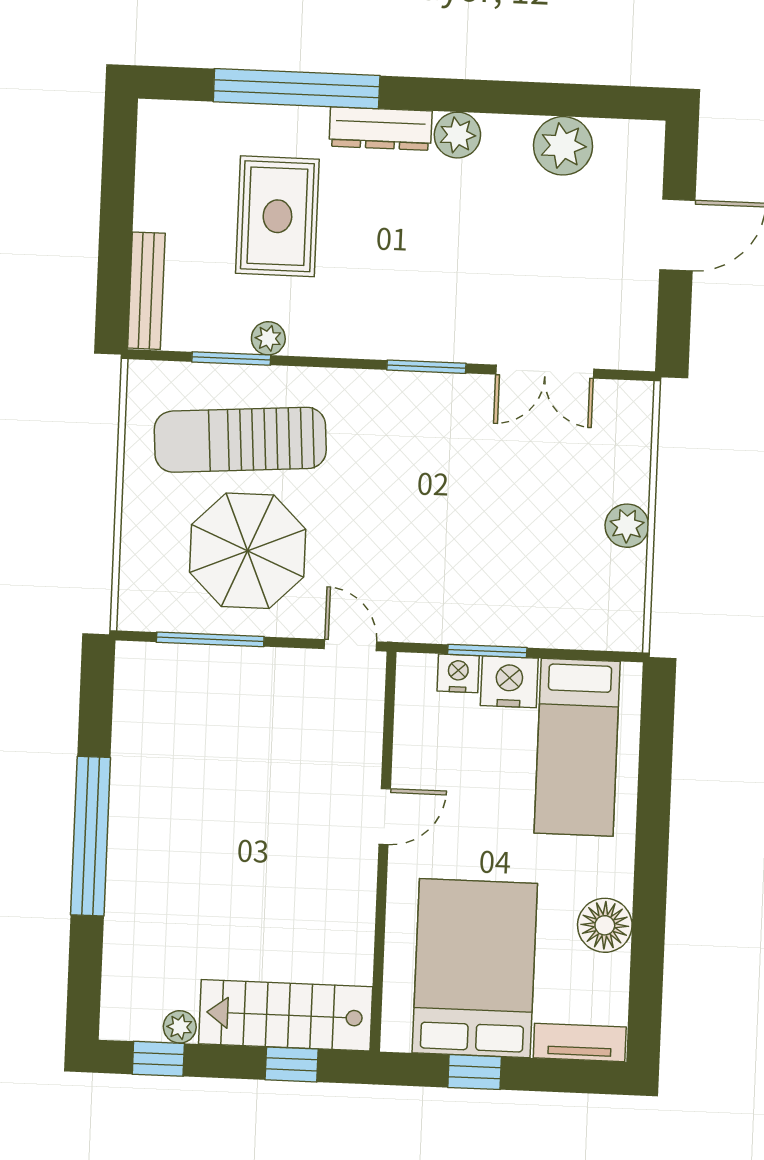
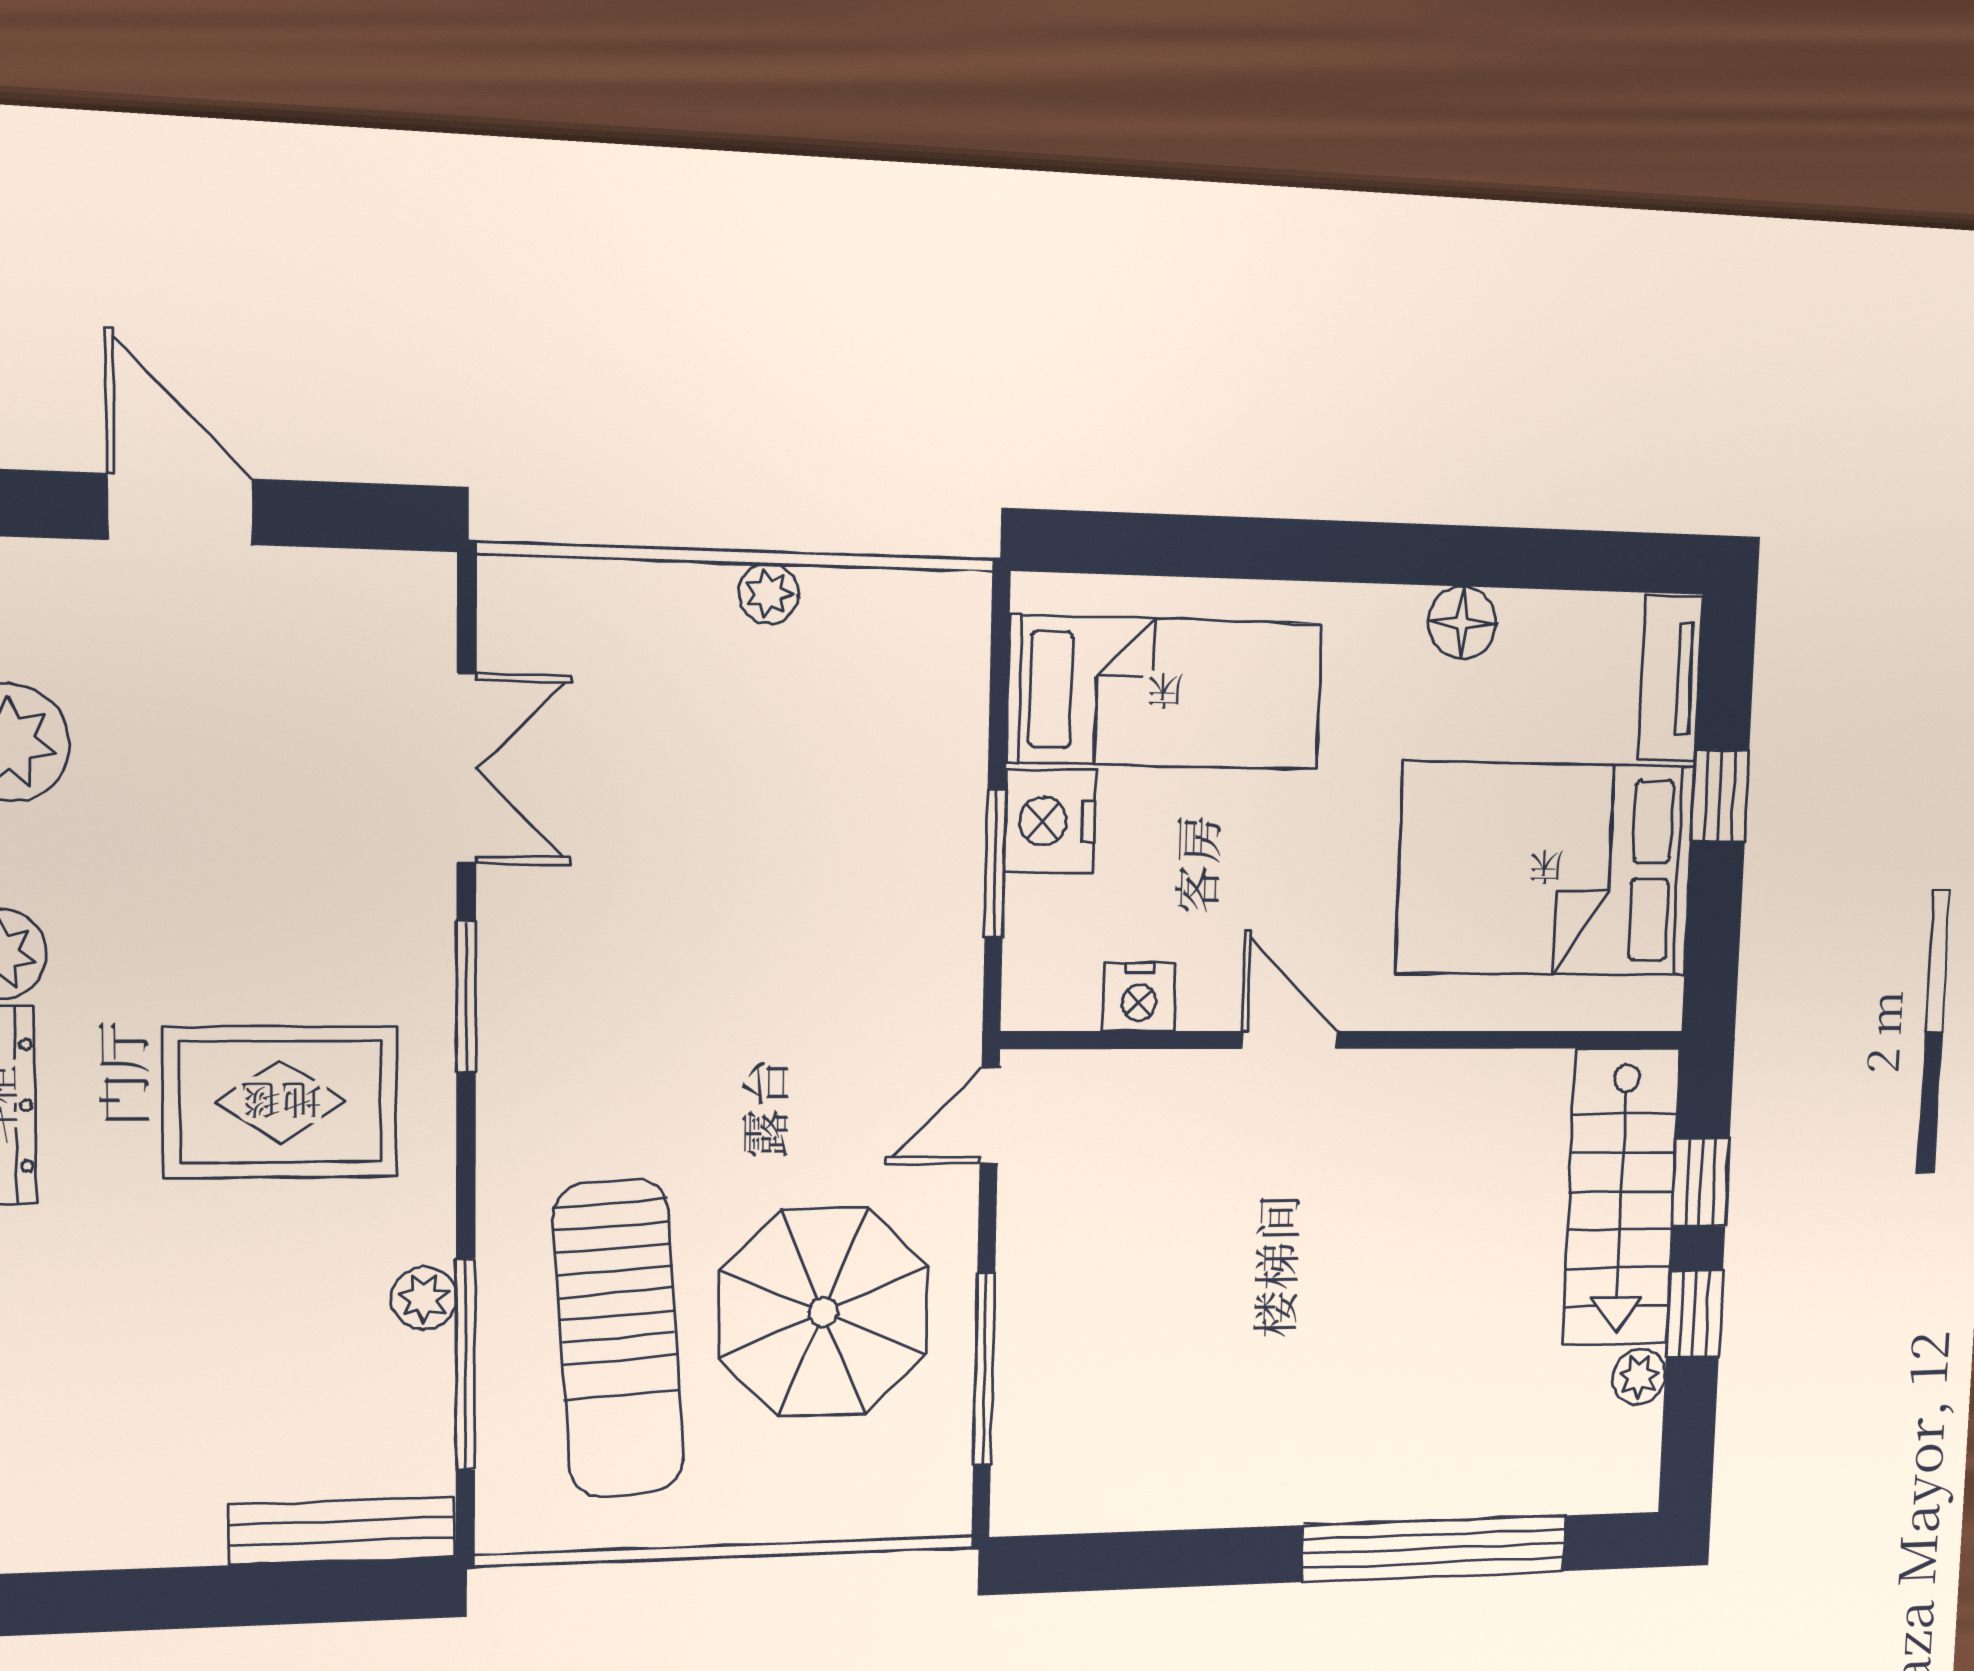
rug: (277, 216) -> (281, 1102), moved
window: (231, 359) -> (466, 1365), width x1.44
plant: (627, 526) -> (769, 593), width x0.73, depth x0.73
nightstand: (458, 673) -> (1139, 997), moved, turned -90
window: (91, 836) -> (1435, 1548), moved
floor lamp: (605, 925) -> (1462, 623), width x0.73, depth x0.73
window: (158, 1059) -> (1694, 1314), moved
window: (475, 1072) -> (1720, 796), moved

